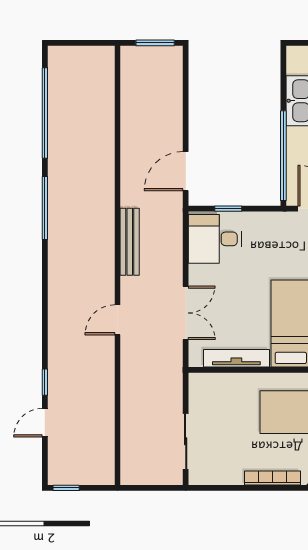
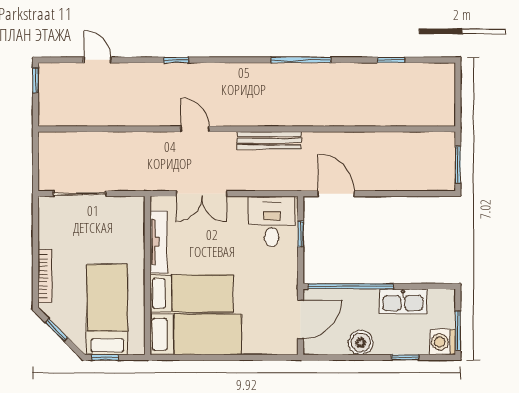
window: (45, 113) -> (391, 60), width x0.32
window: (45, 382) -> (176, 60), moved

